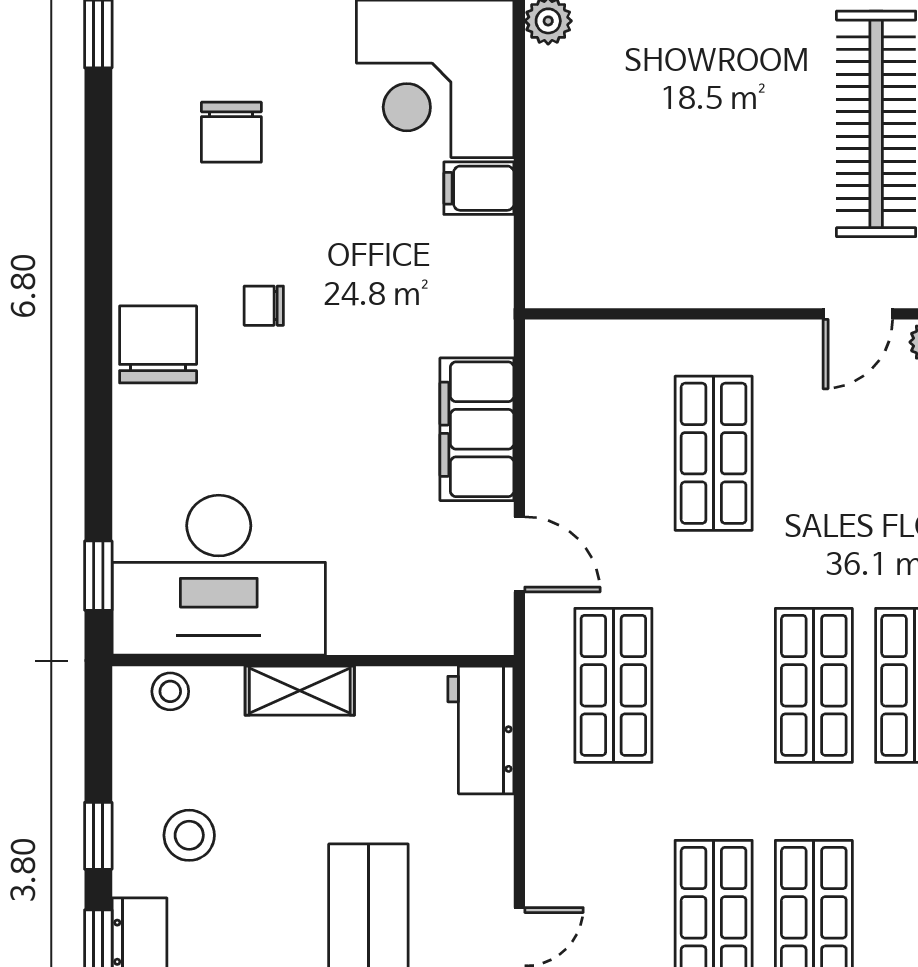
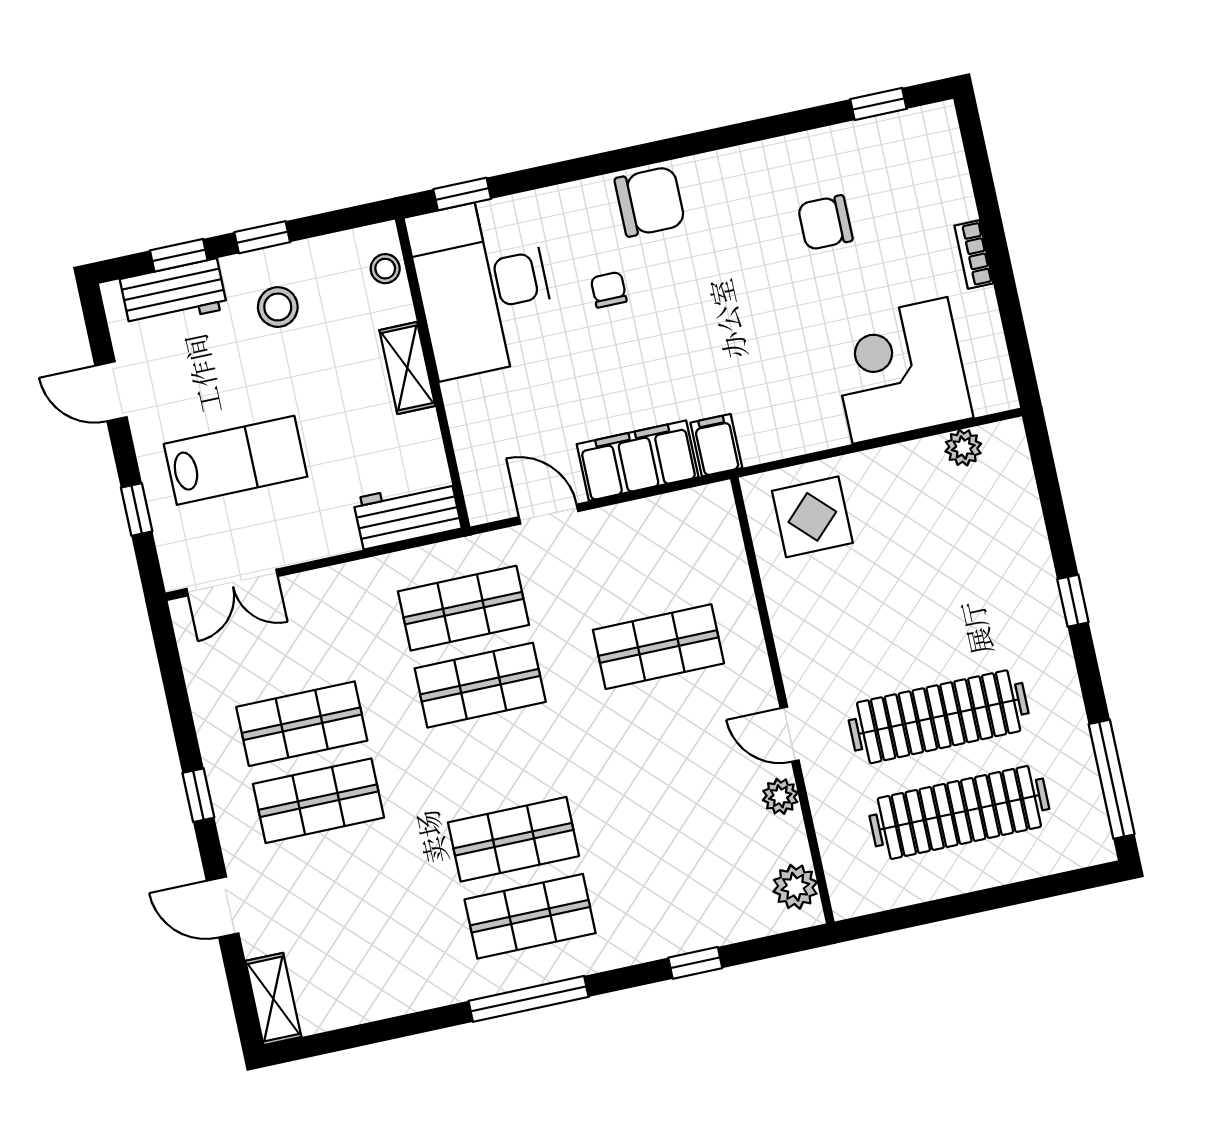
filing cabinet: (479, 188) -> (716, 445), moved
display table: (594, 227) -> (812, 517), added
chair: (264, 306) -> (609, 290), moved
door: (519, 554) -> (548, 514), swing flipped
shop shelf: (814, 685) -> (480, 685), moved

